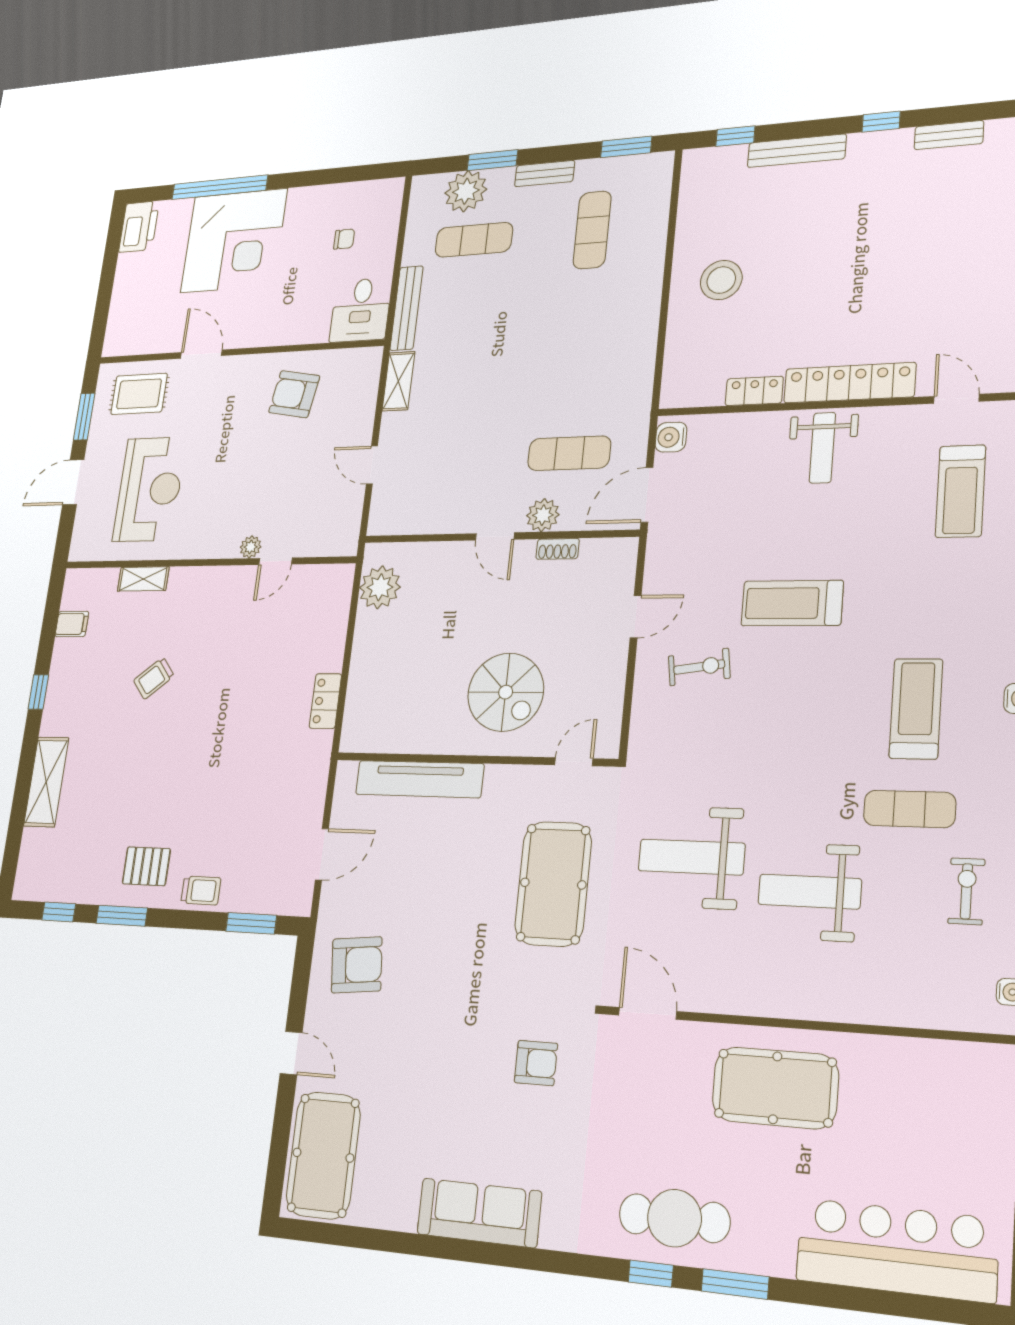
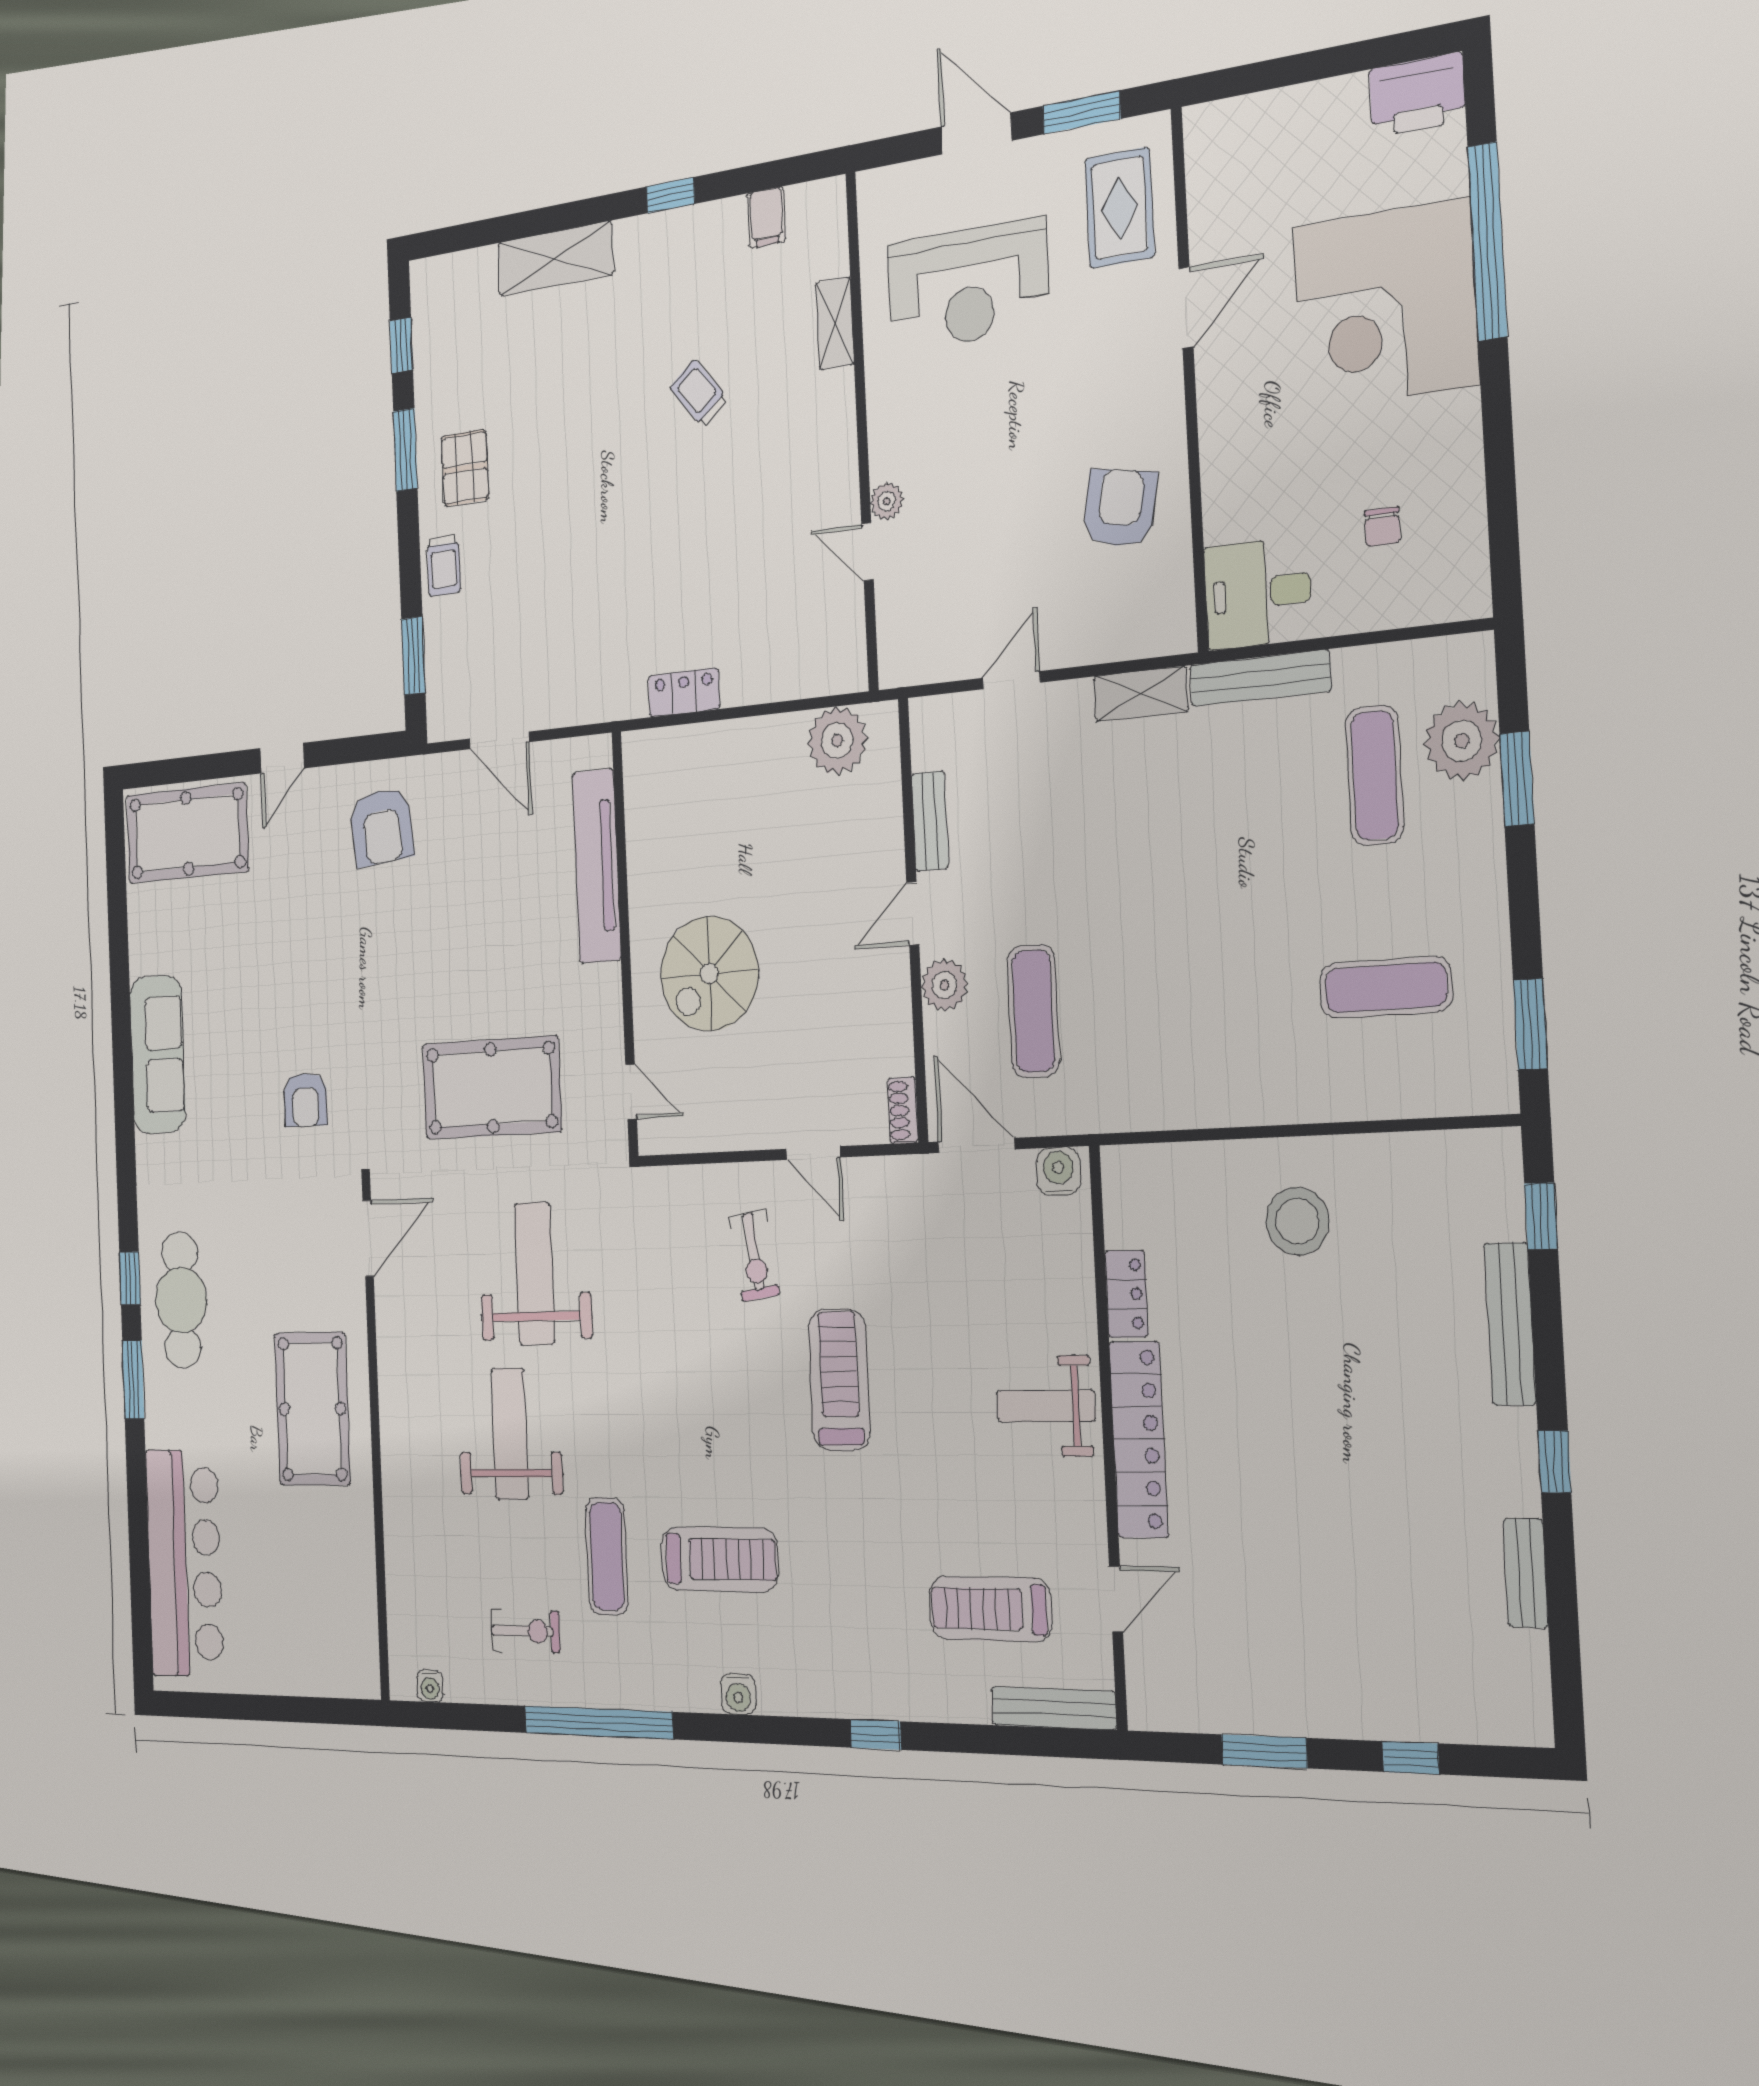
bench: (545, 174) -> (930, 821), moved
shoe rack: (558, 549) -> (903, 1110), moved

